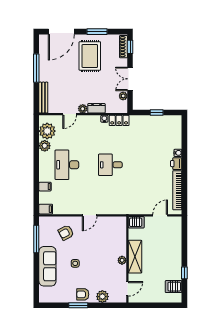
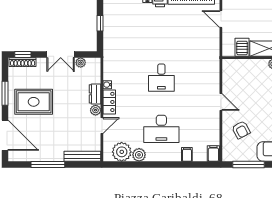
door: (70, 114) -> (102, 126), hinge flipped
locker: (119, 120) -> (109, 102), moved
server rack: (136, 222) -> (242, 47), moved

